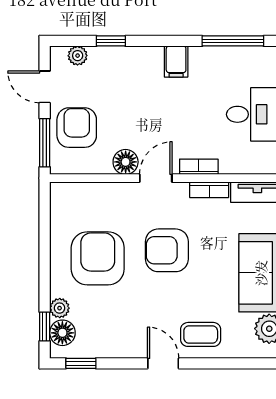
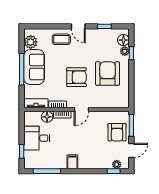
window: (111, 41) -> (114, 171), moved
door: (45, 87) -> (131, 150), hinge flipped
floor lamp: (126, 162) -> (47, 117), moved
armchair: (98, 258) -> (108, 74), turned 180
window: (45, 327) -> (131, 53), moved
window: (81, 363) -> (104, 26), moved

